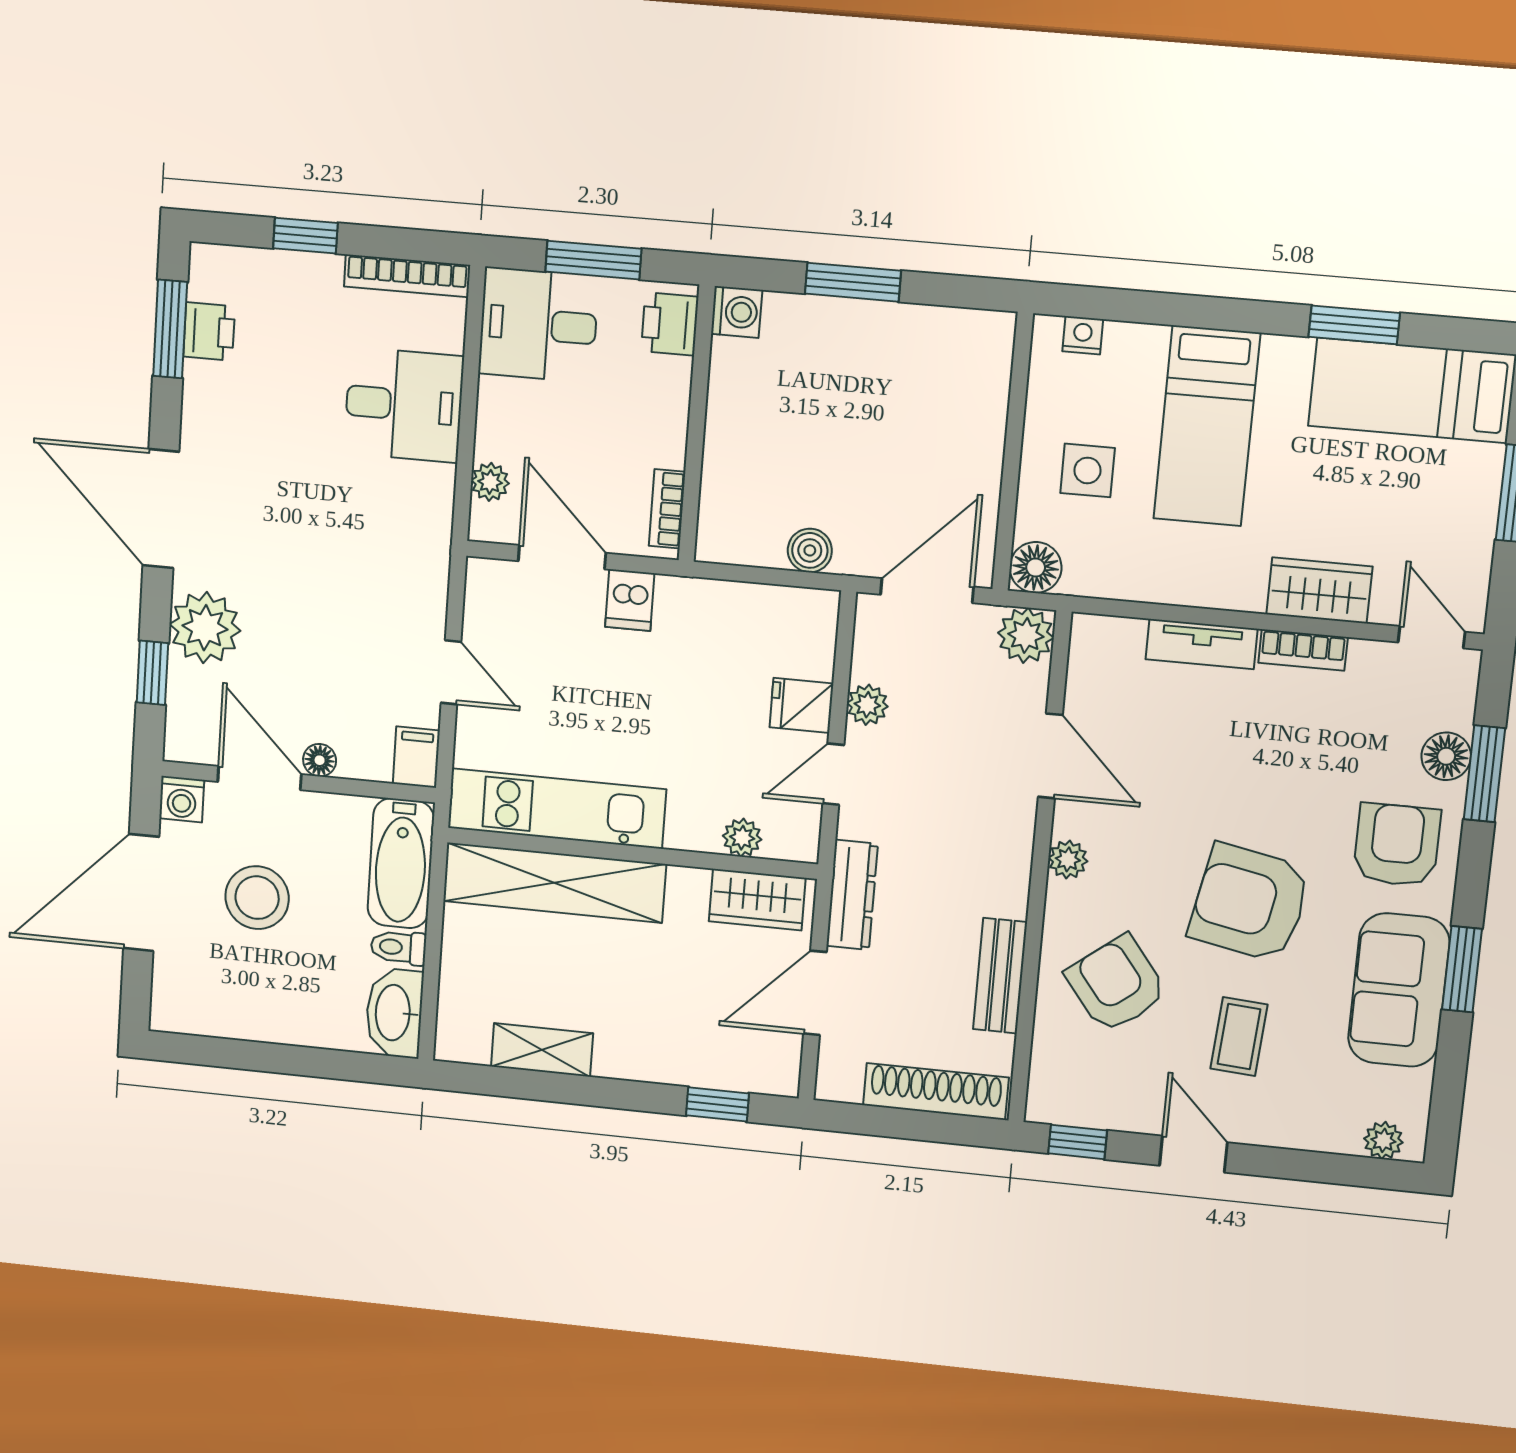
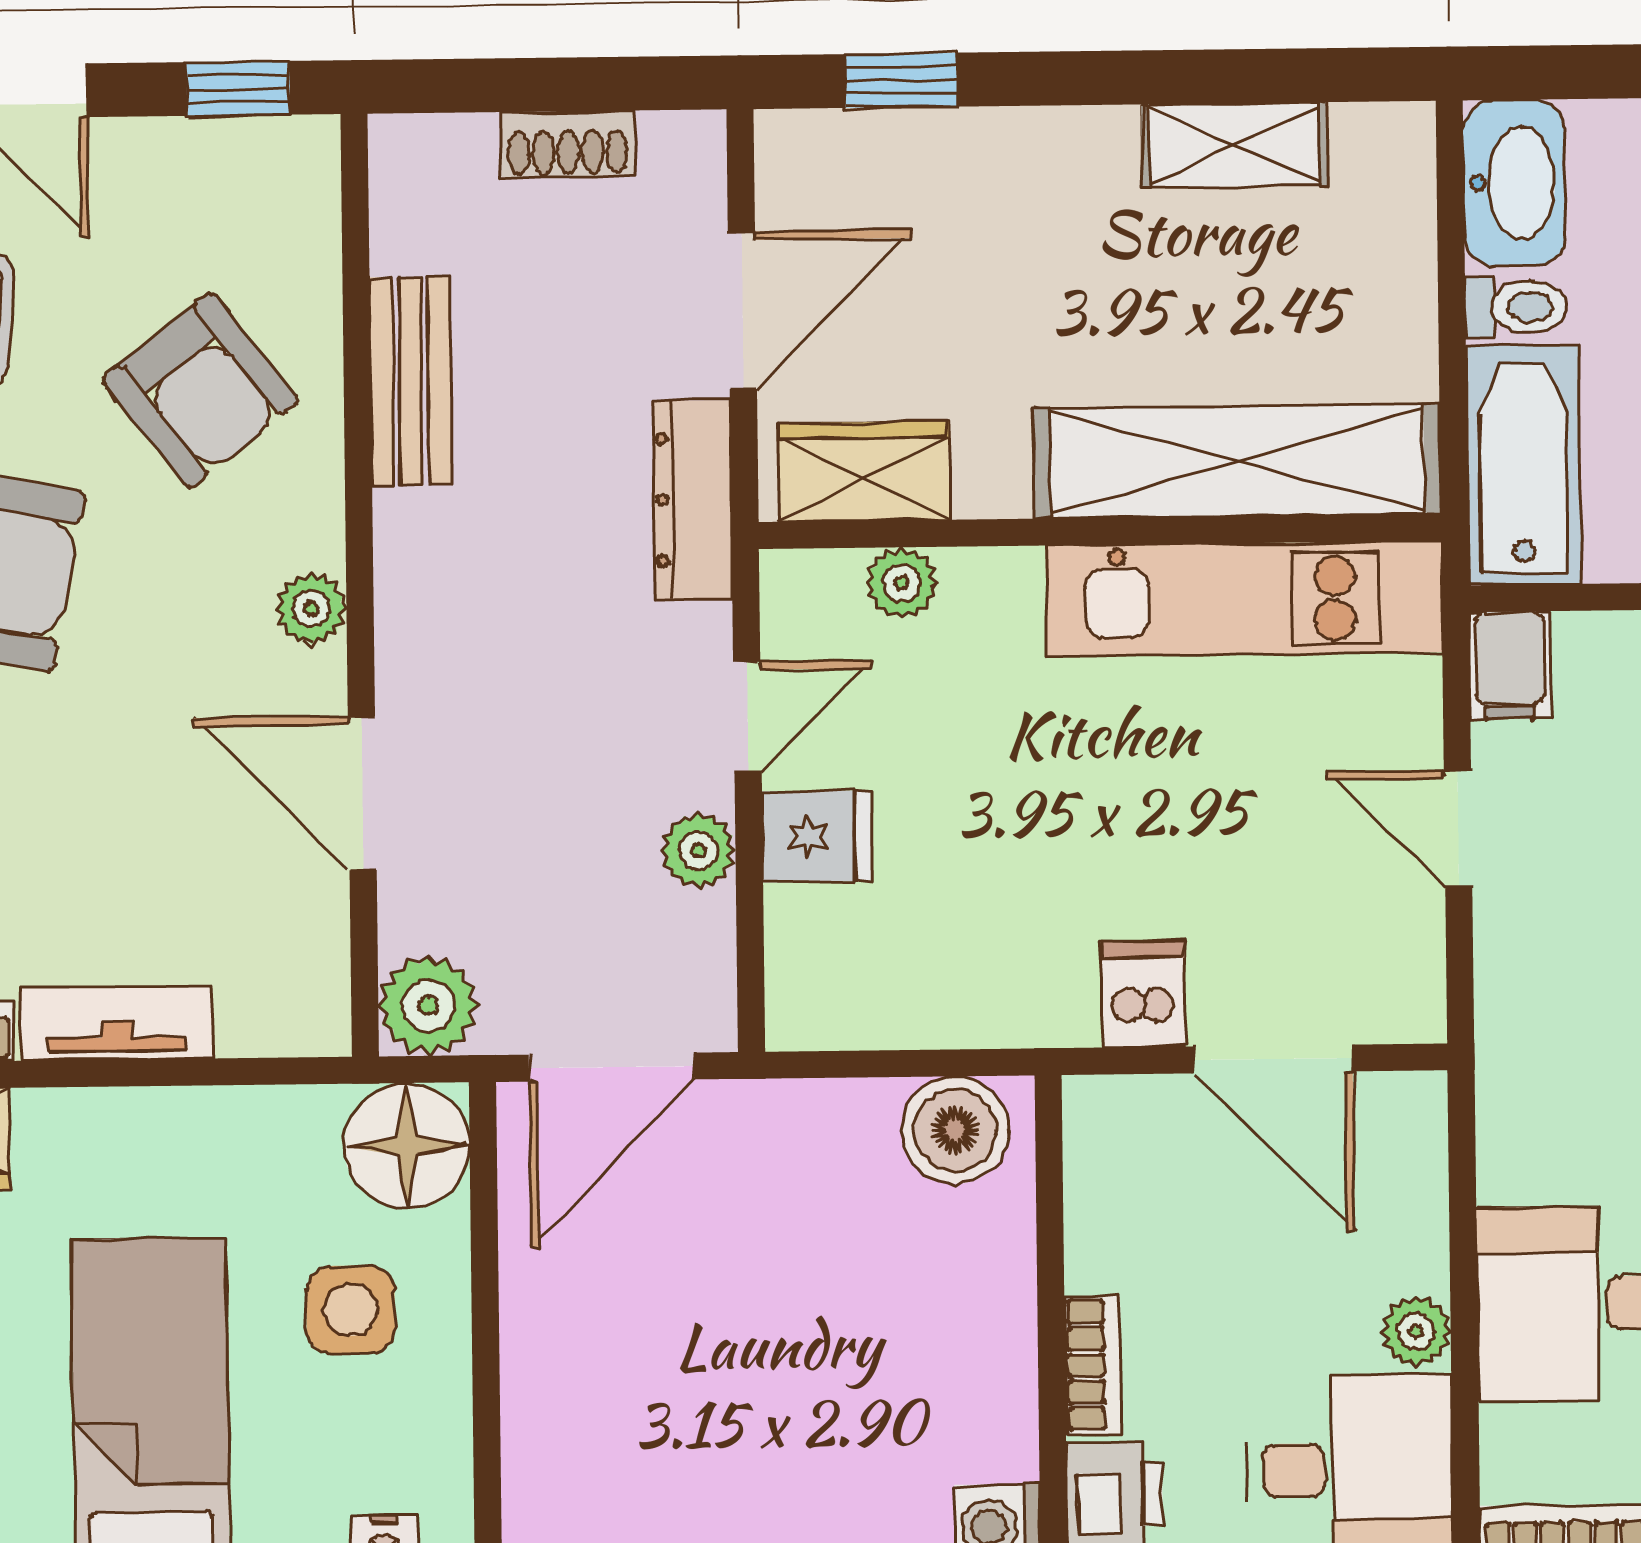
plant: (490, 482) -> (1416, 1331), moved
bookcase: (667, 509) -> (1093, 1365), moved
boiler: (810, 550) -> (955, 1130), moved, width x1.36, depth x1.36
floor lamp: (1036, 567) -> (407, 1146), width x1.38, depth x1.38
shoe rack: (936, 1091) -> (568, 144), width x0.51, depth x0.81

